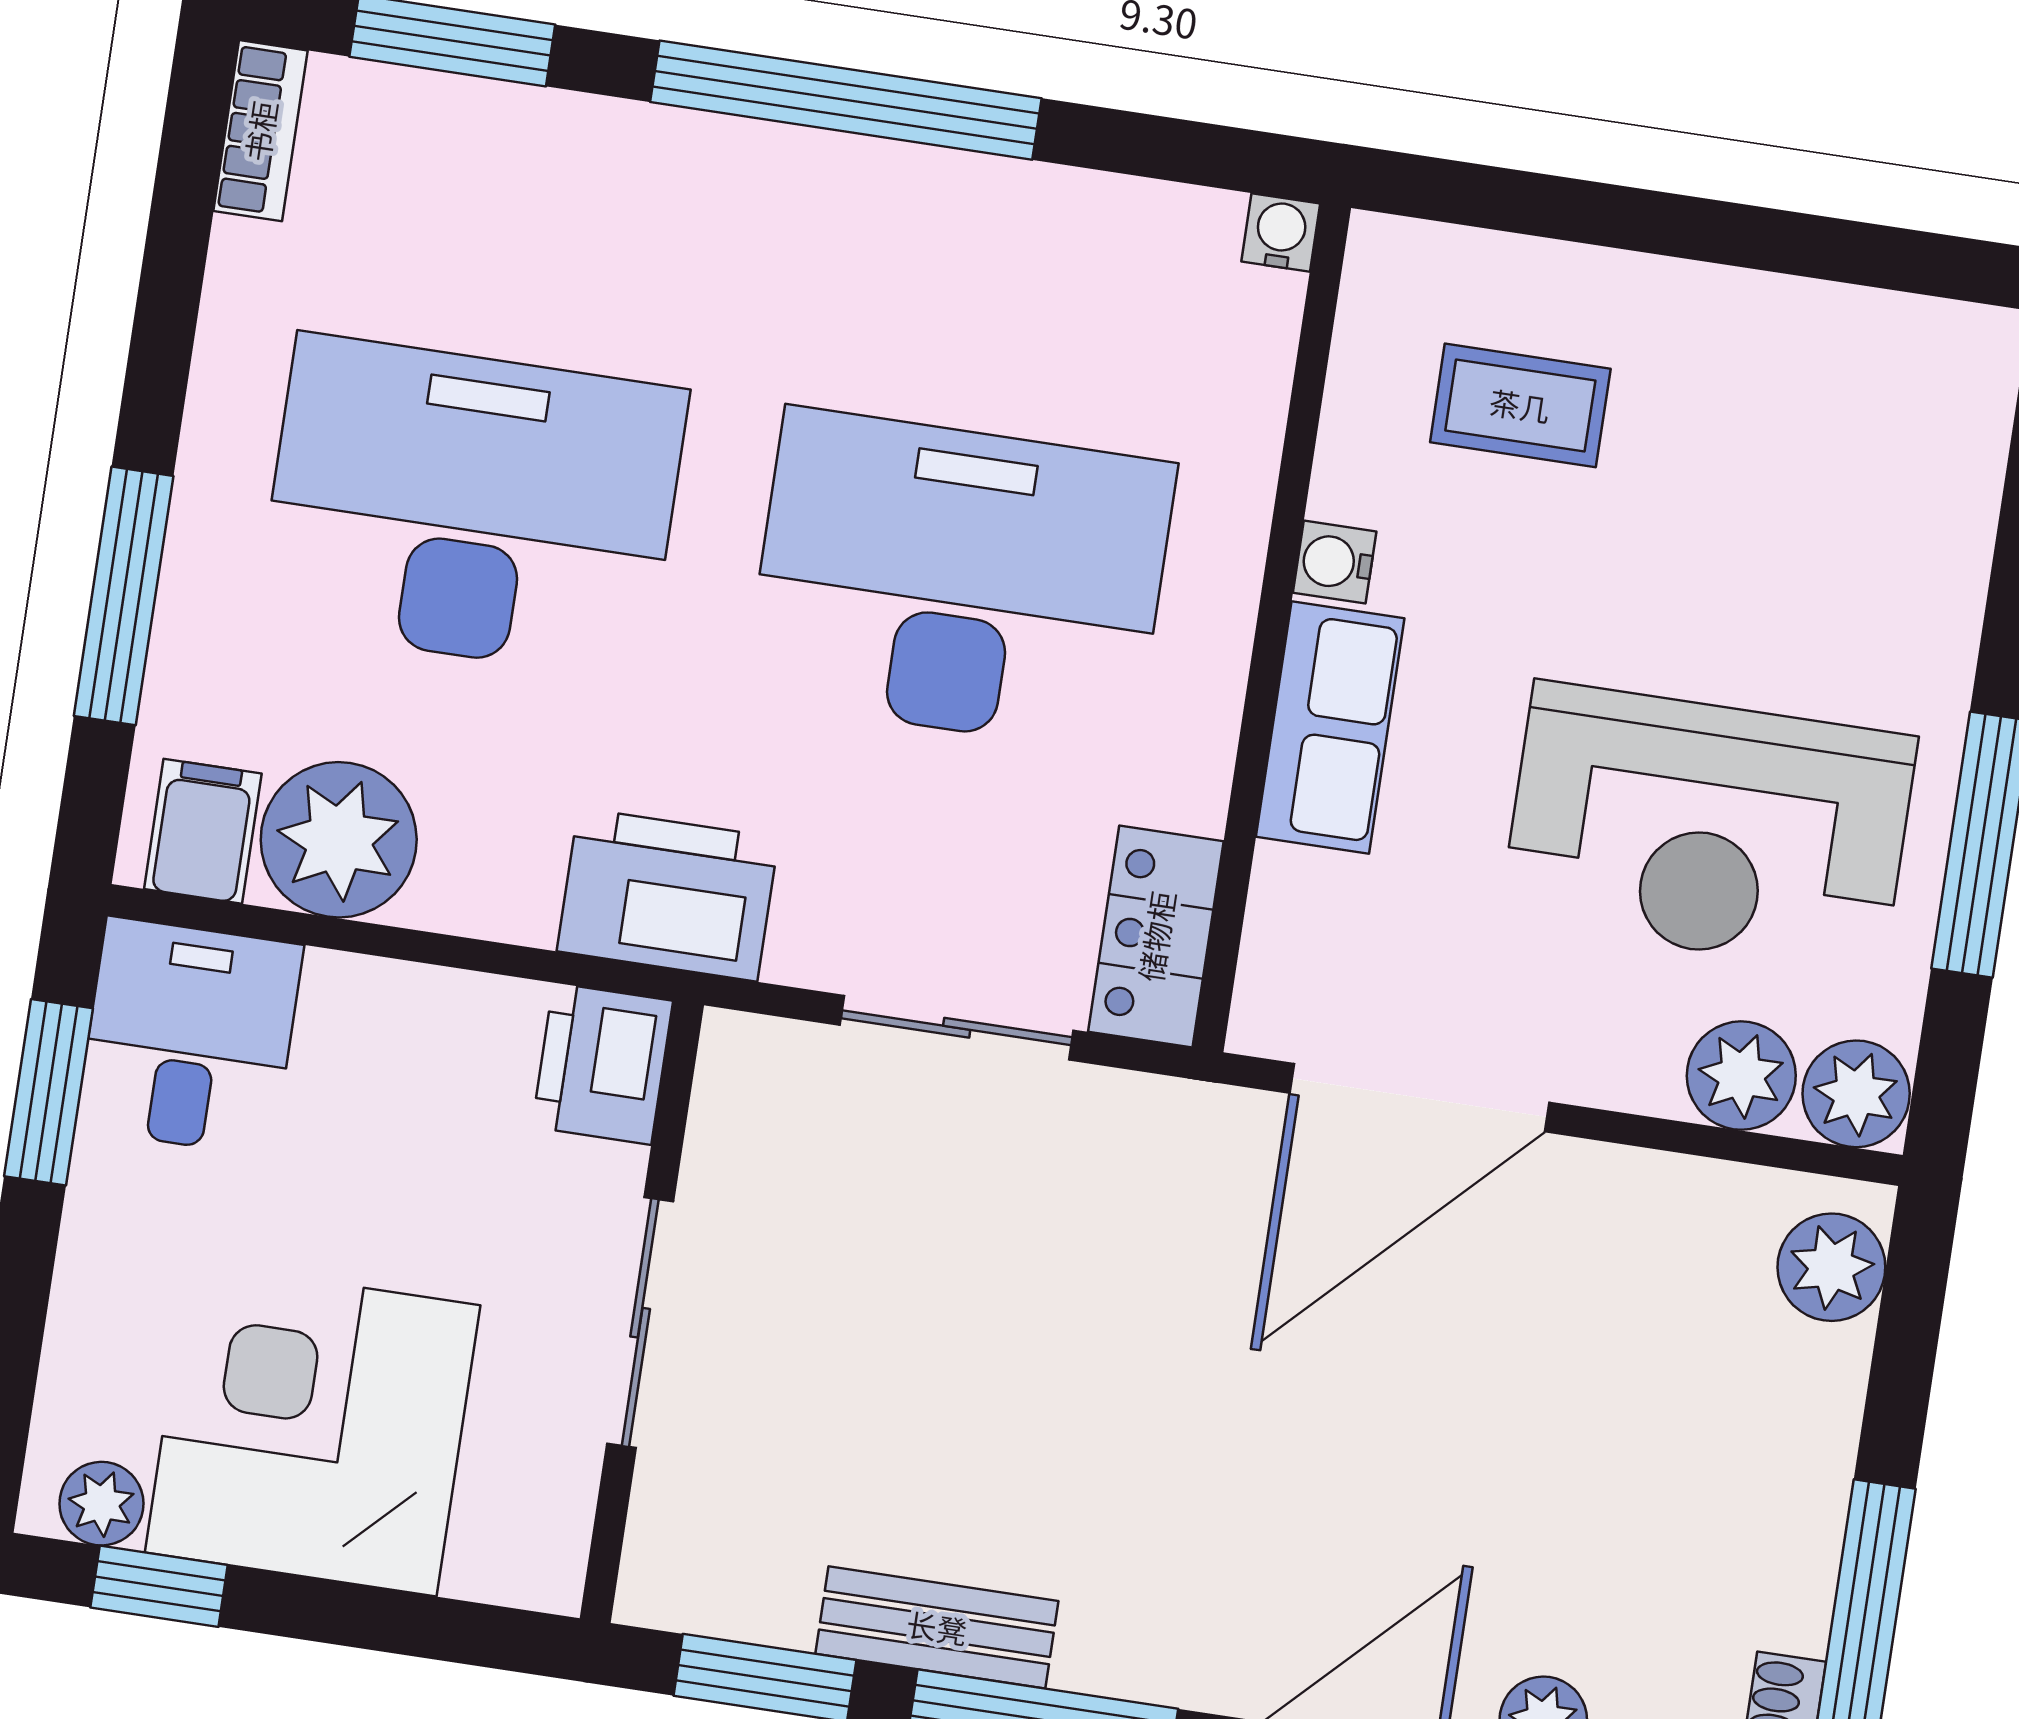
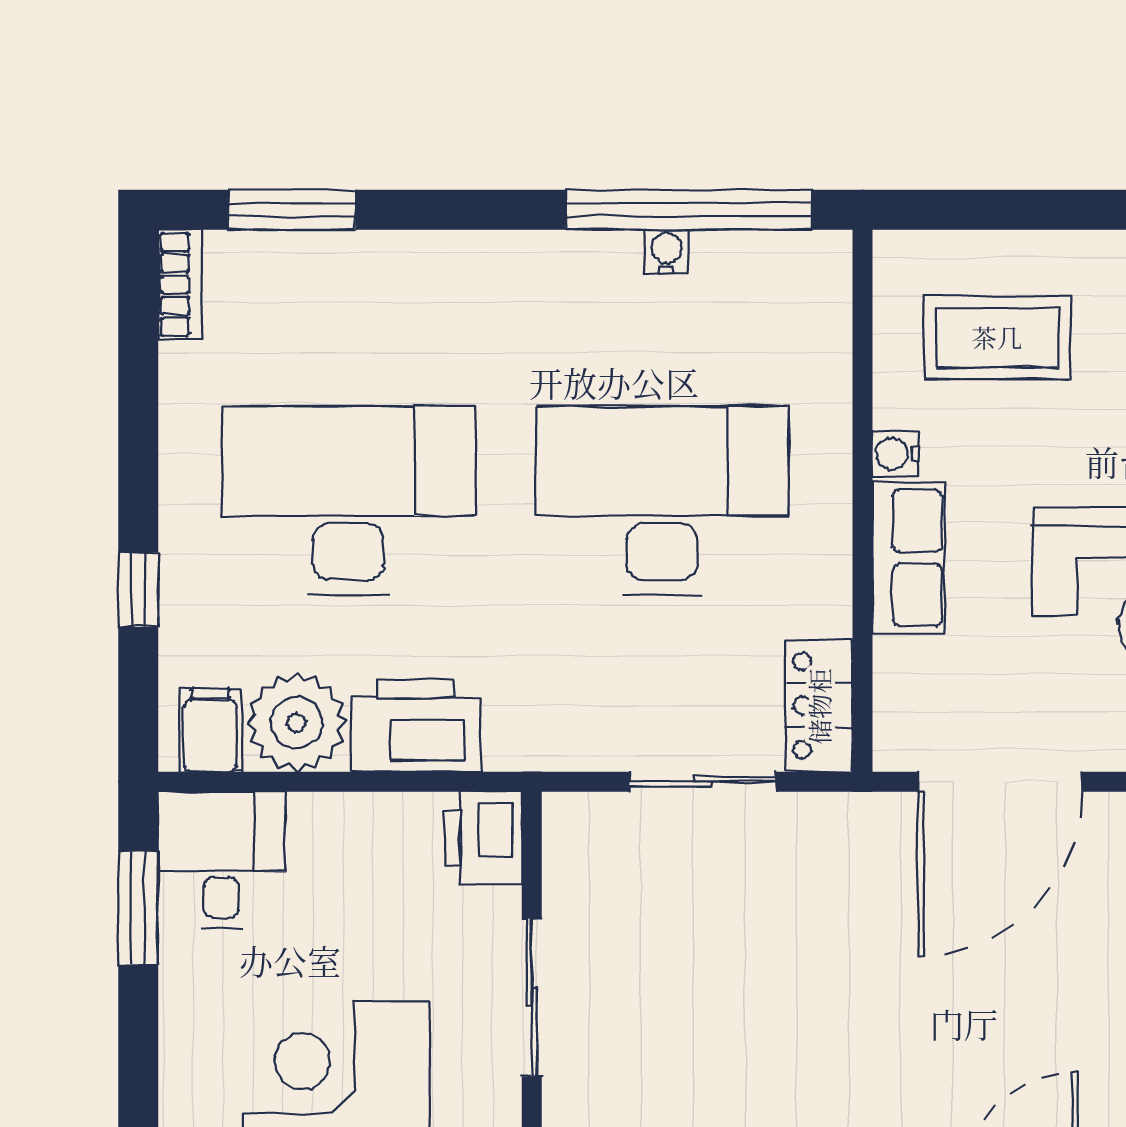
window: (846, 100) -> (689, 210), moved
water cooler: (1281, 232) -> (666, 252), moved
coffee table: (1520, 405) -> (997, 337), width x1.36, depth x1.30
window: (124, 596) -> (138, 590), width x0.46
printer: (668, 895) -> (416, 726), moved

